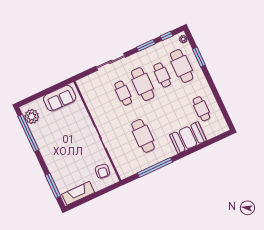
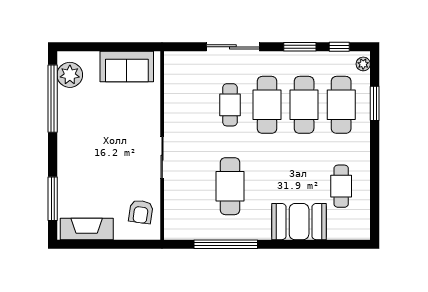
cafe table: (162, 75) -> (304, 105), width x1.37, depth x1.35

